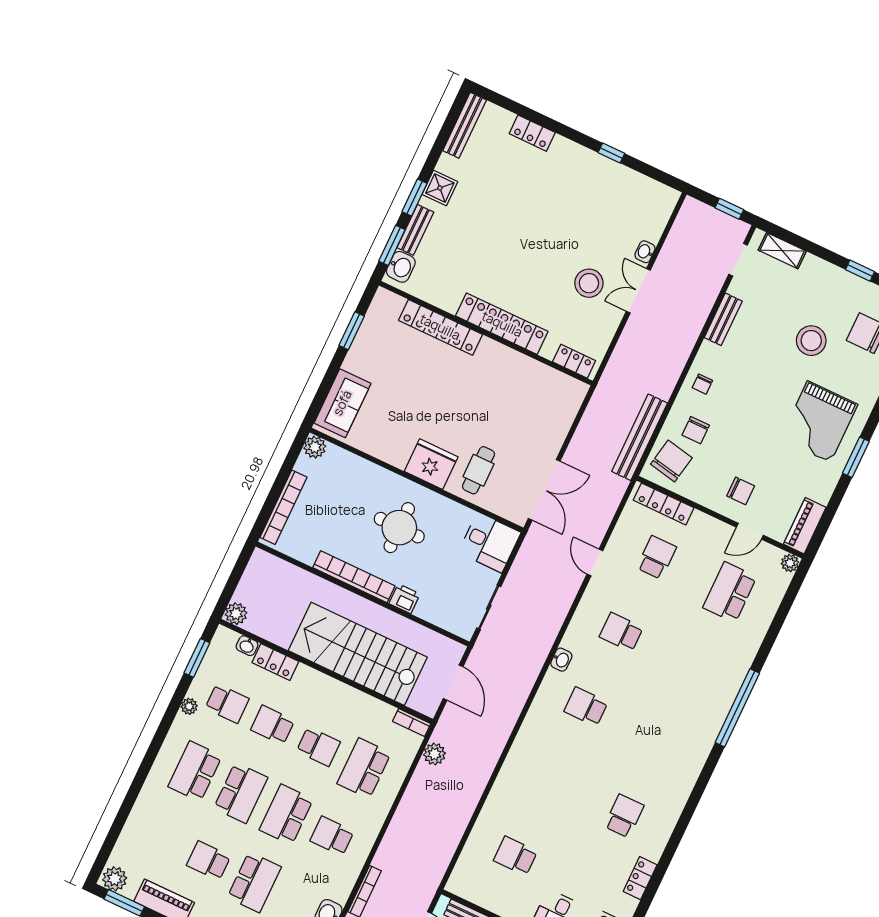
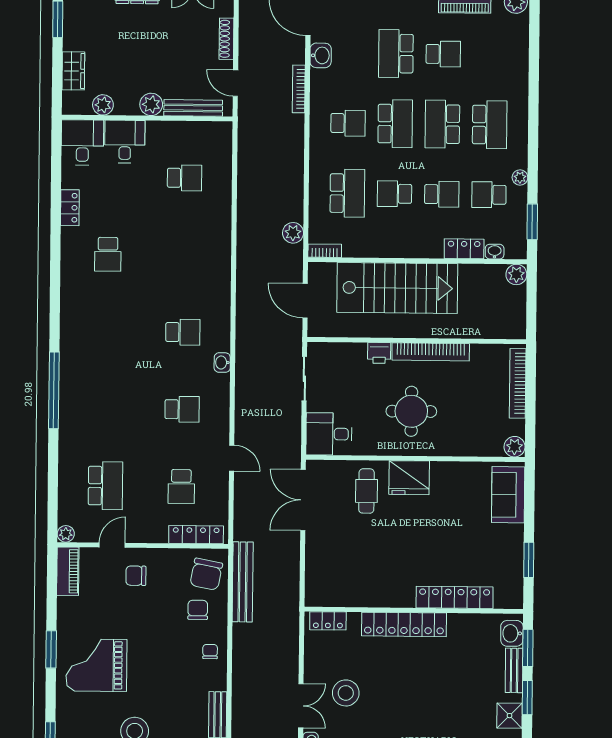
grand piano: (819, 422) -> (96, 665), turned -90

